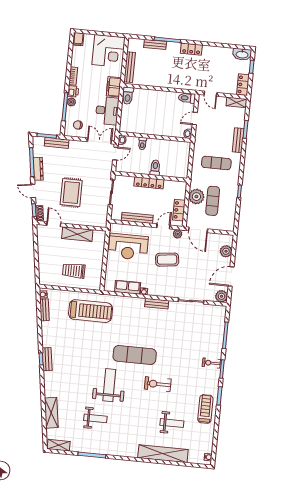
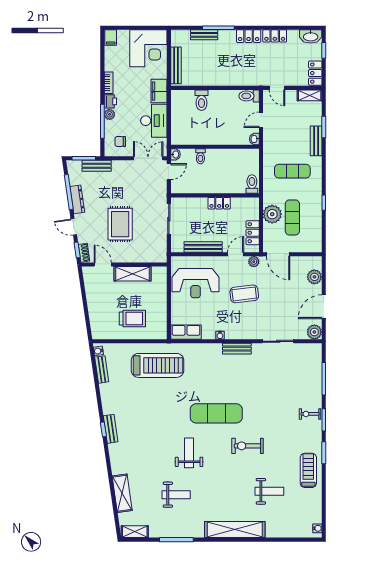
locker: (213, 51) -> (275, 36), added
toilet: (128, 96) -> (202, 100), moved
toilet: (155, 168) -> (252, 184), moved
locker: (149, 183) -> (219, 203), width x0.66
trolley: (74, 271) -> (132, 319), turned 180
row of seats: (128, 287) -> (186, 332), moved
weight bench: (109, 385) -> (189, 453), width x0.73, depth x0.75
shelving: (163, 454) -> (235, 529), moved

